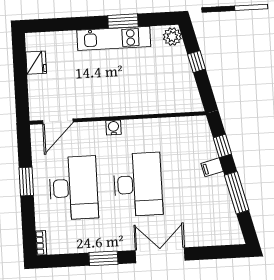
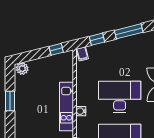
kitchen unit: (114, 38) -> (66, 107), moved, turned 180
window: (197, 62) -> (56, 49), moved
filing cabinet: (212, 167) -> (82, 54), moved

